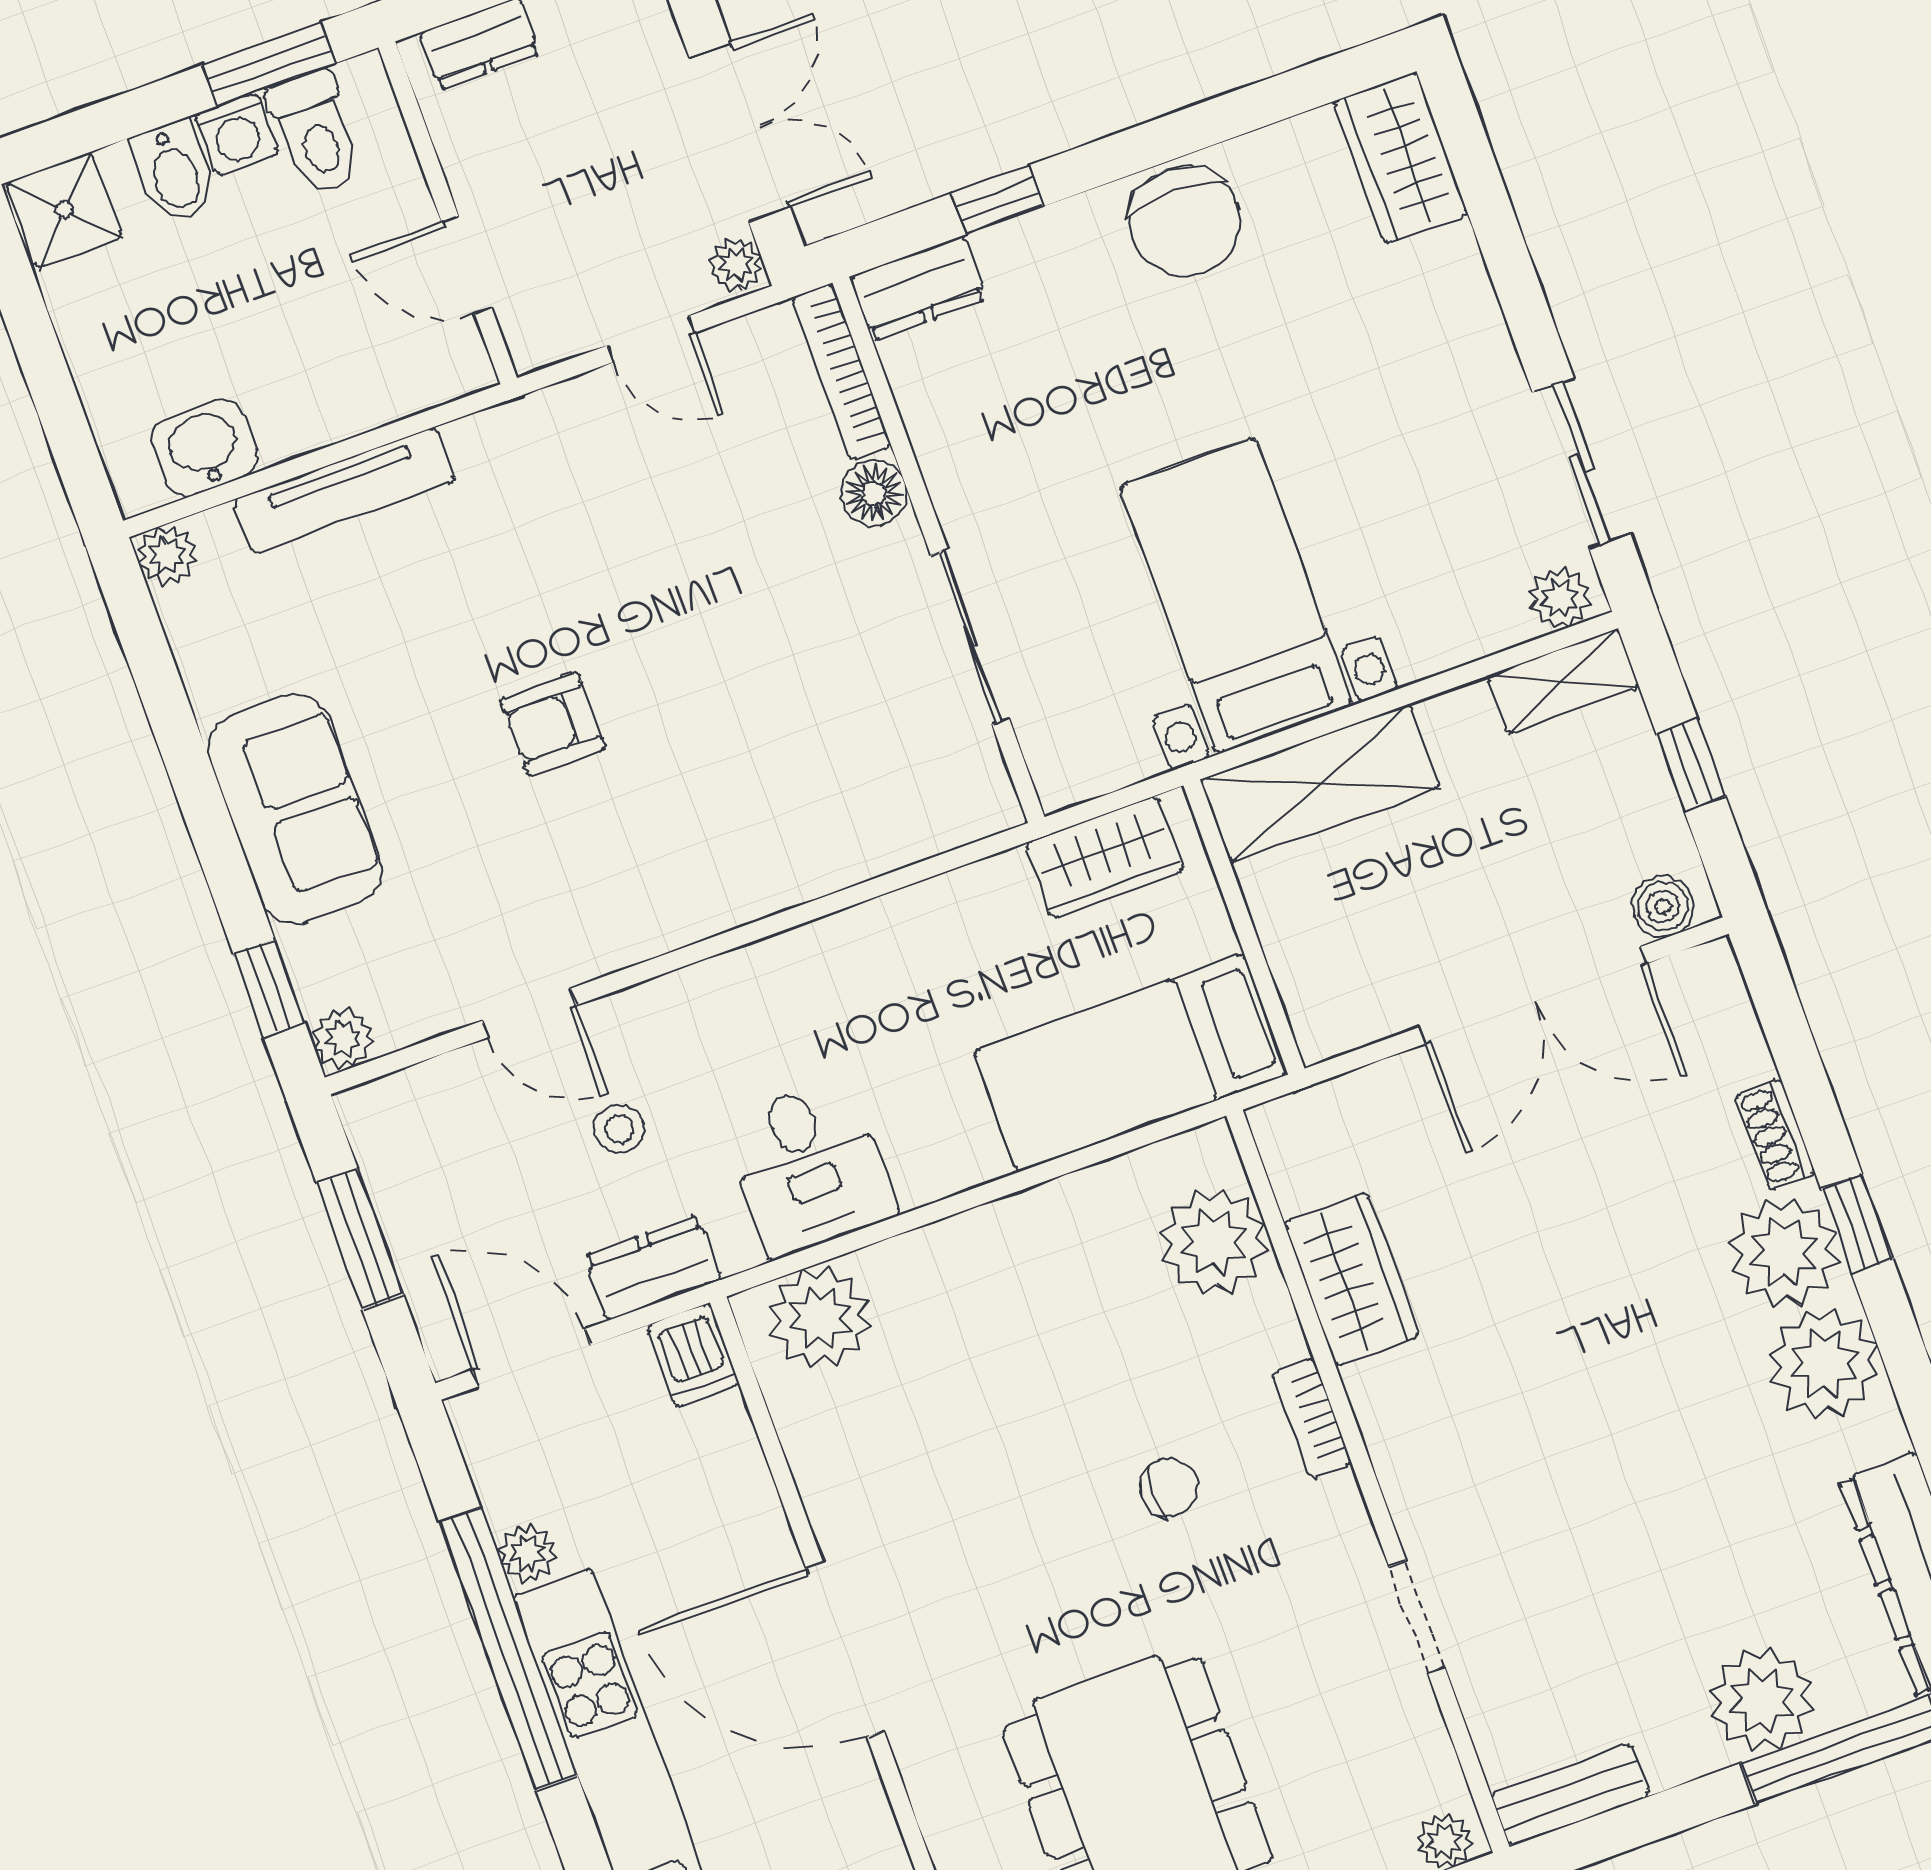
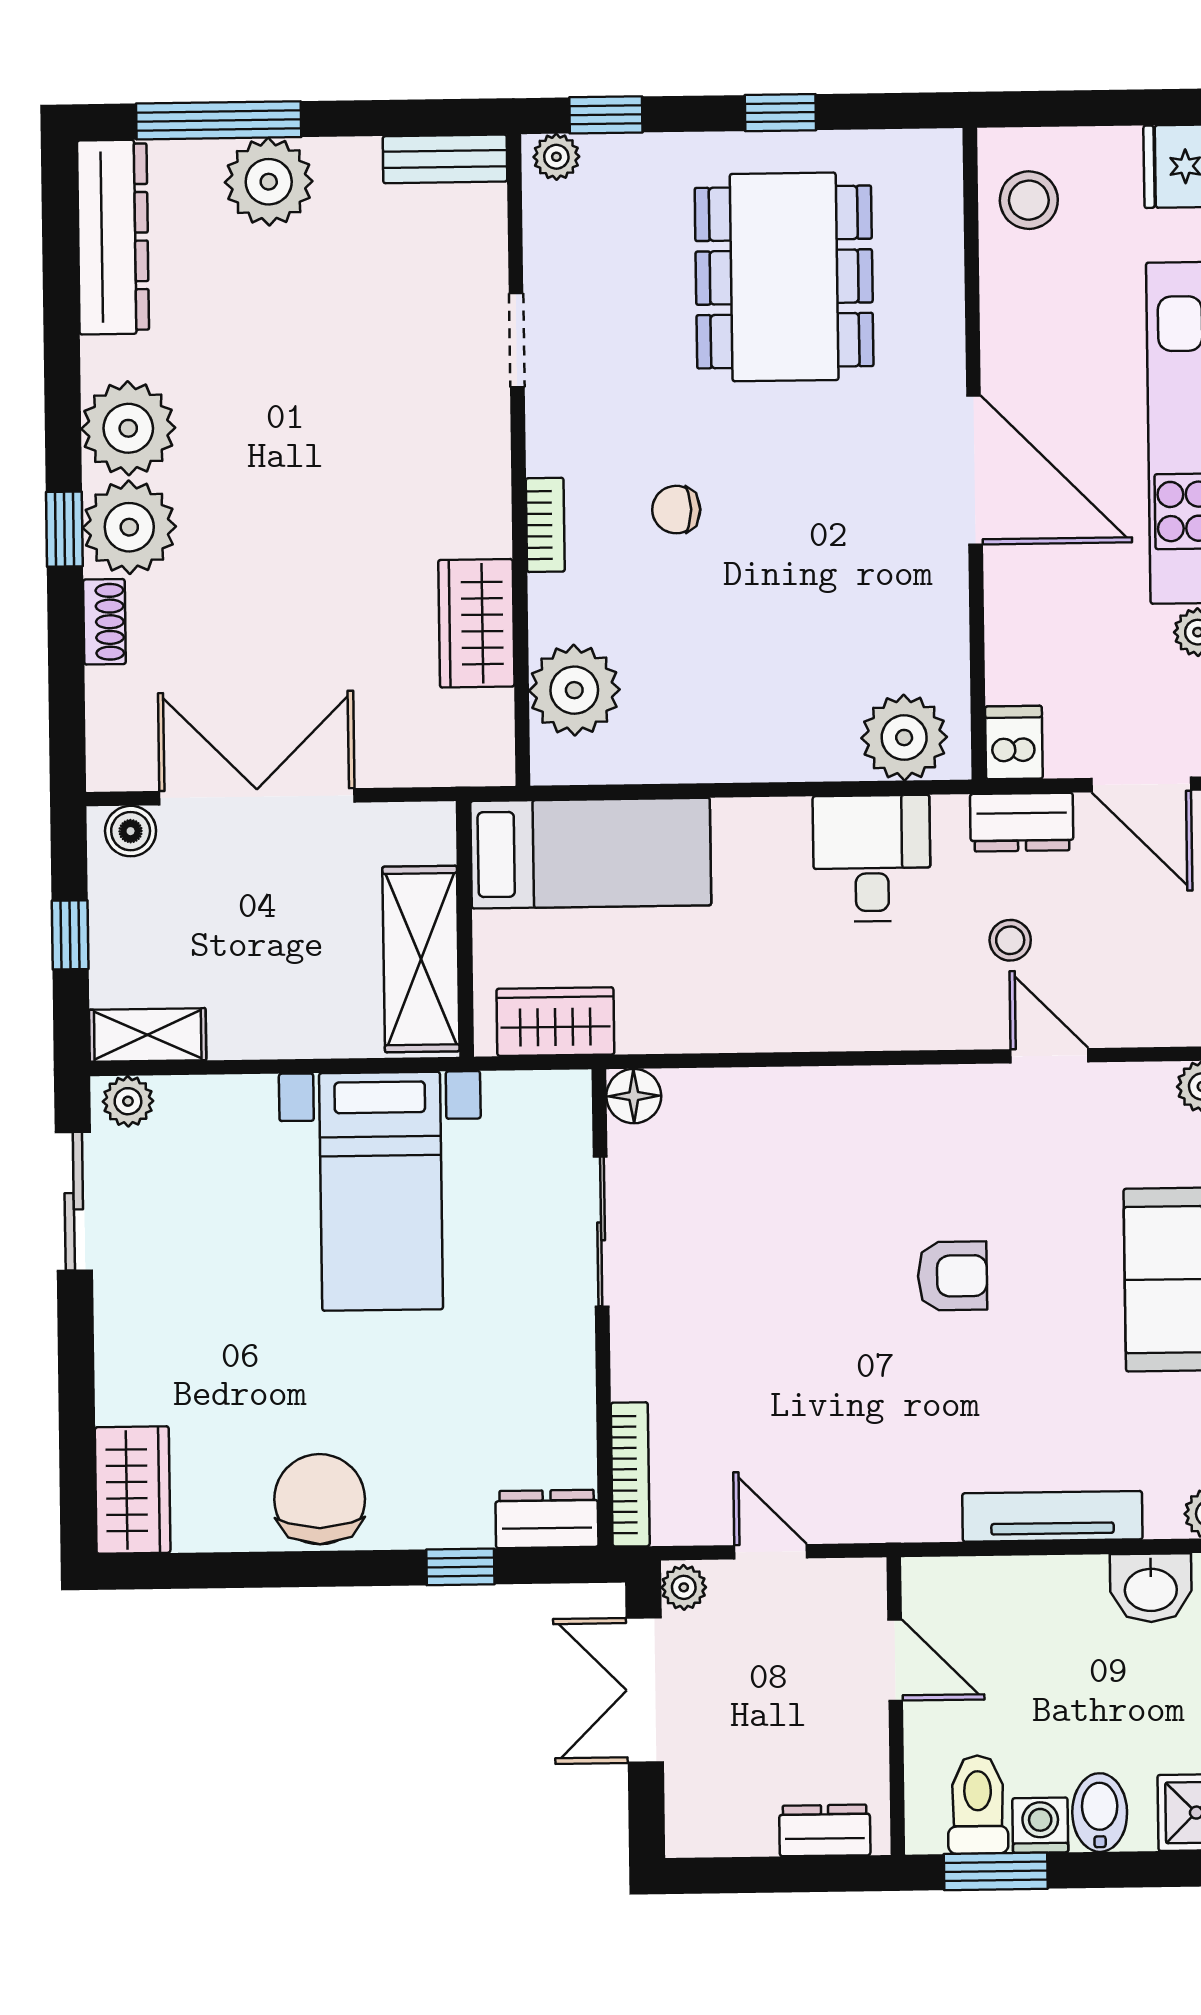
floor lamp: (874, 493) -> (634, 1096), moved
shelving: (1320, 783) -> (421, 959), moved, turned 90

